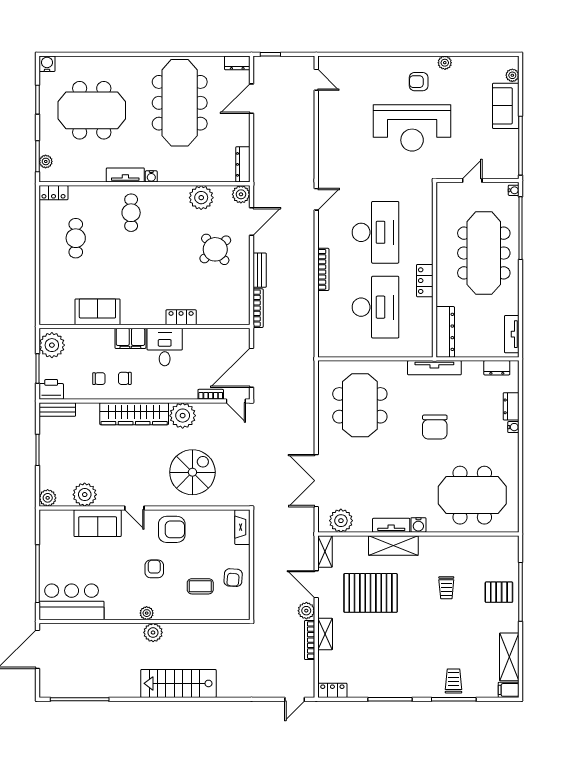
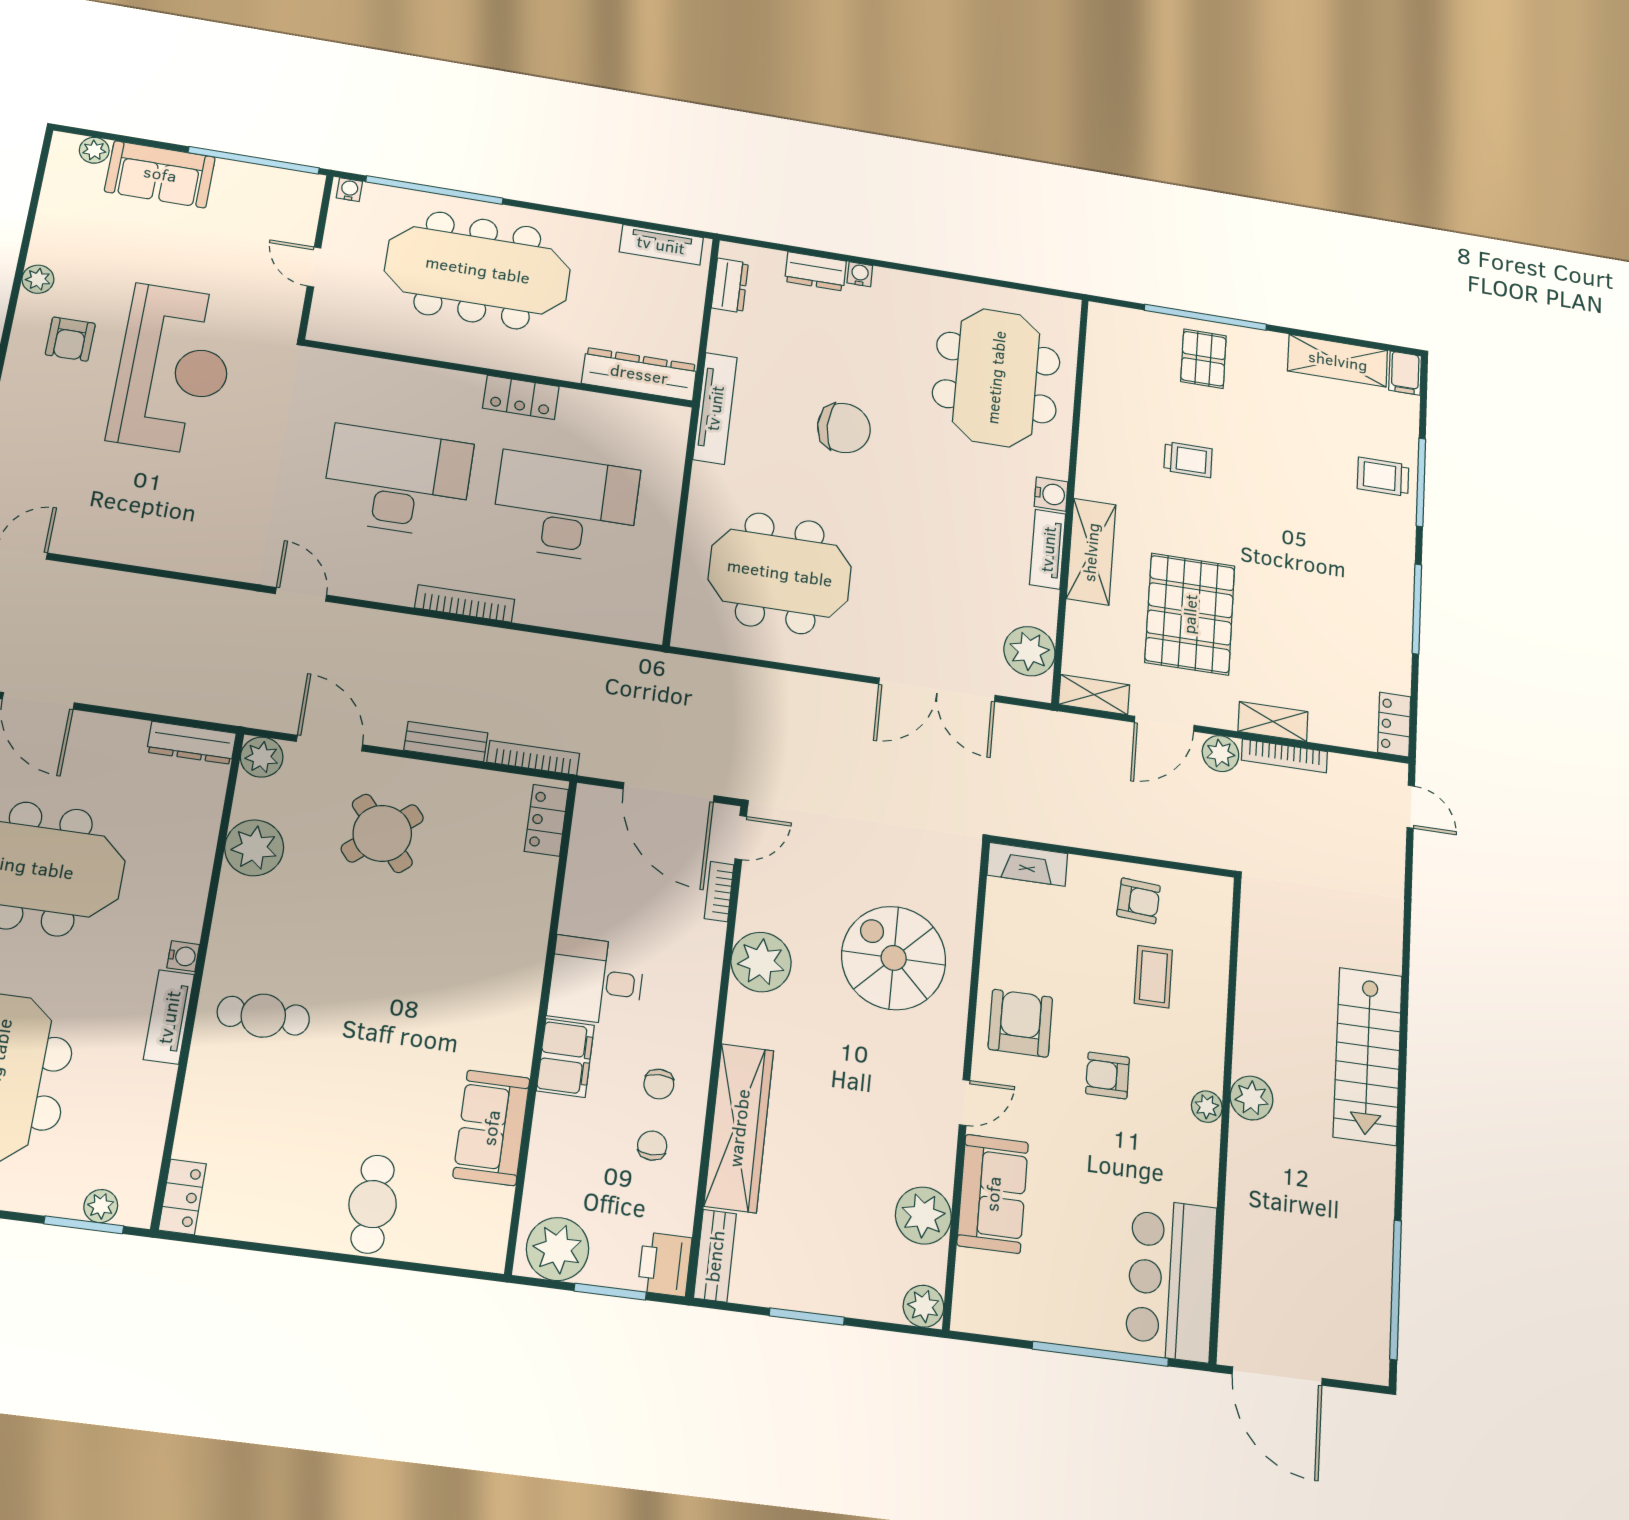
cafe table: (76, 238) -> (373, 1204), moved, turned 90
locker: (181, 317) -> (546, 820), moved
wardrobe: (134, 414) -> (739, 1128), moved

